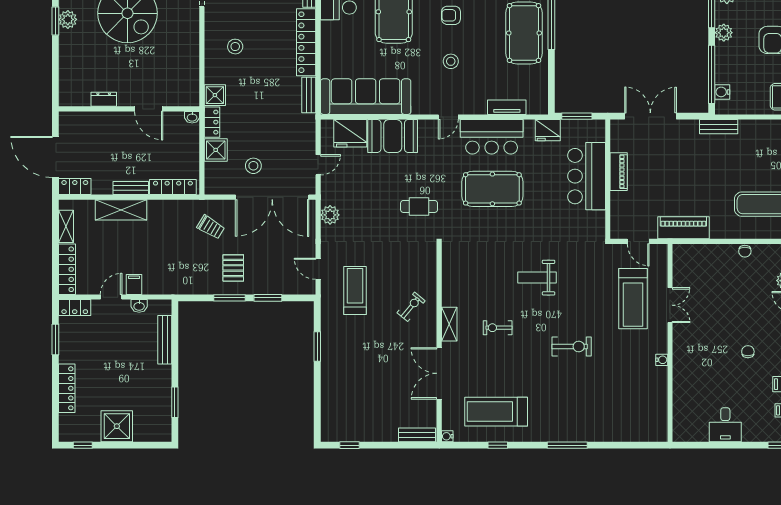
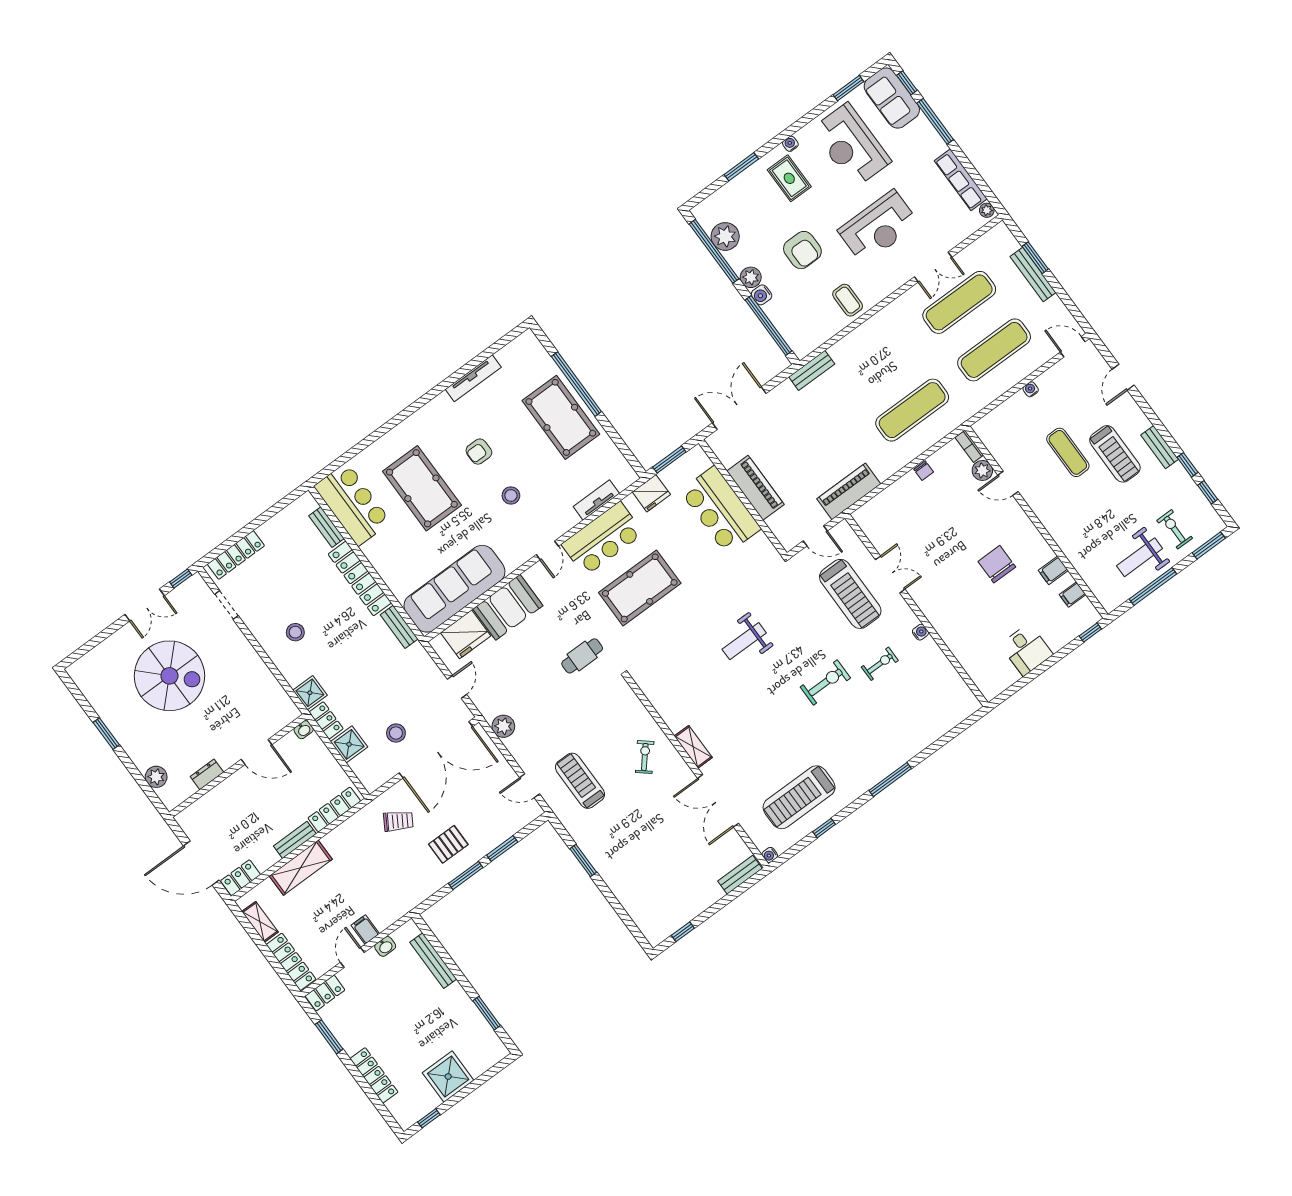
plant: (68, 19) -> (156, 777), moved
water cooler: (722, 92) -> (762, 295), moved
piano: (619, 172) -> (755, 488), width x1.37, depth x1.33
pallet: (233, 268) -> (448, 844), turned 90
exercise bike: (498, 328) -> (880, 664), moved, turned 180
chair: (748, 352) -> (997, 564), width x1.87, depth x1.87

